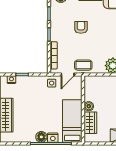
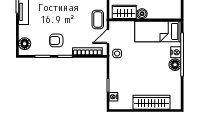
armchair: (81, 27) -> (56, 40), moved
door: (68, 75) -> (108, 36), swing flipped
wardrobe: (90, 123) -> (124, 12), moved

